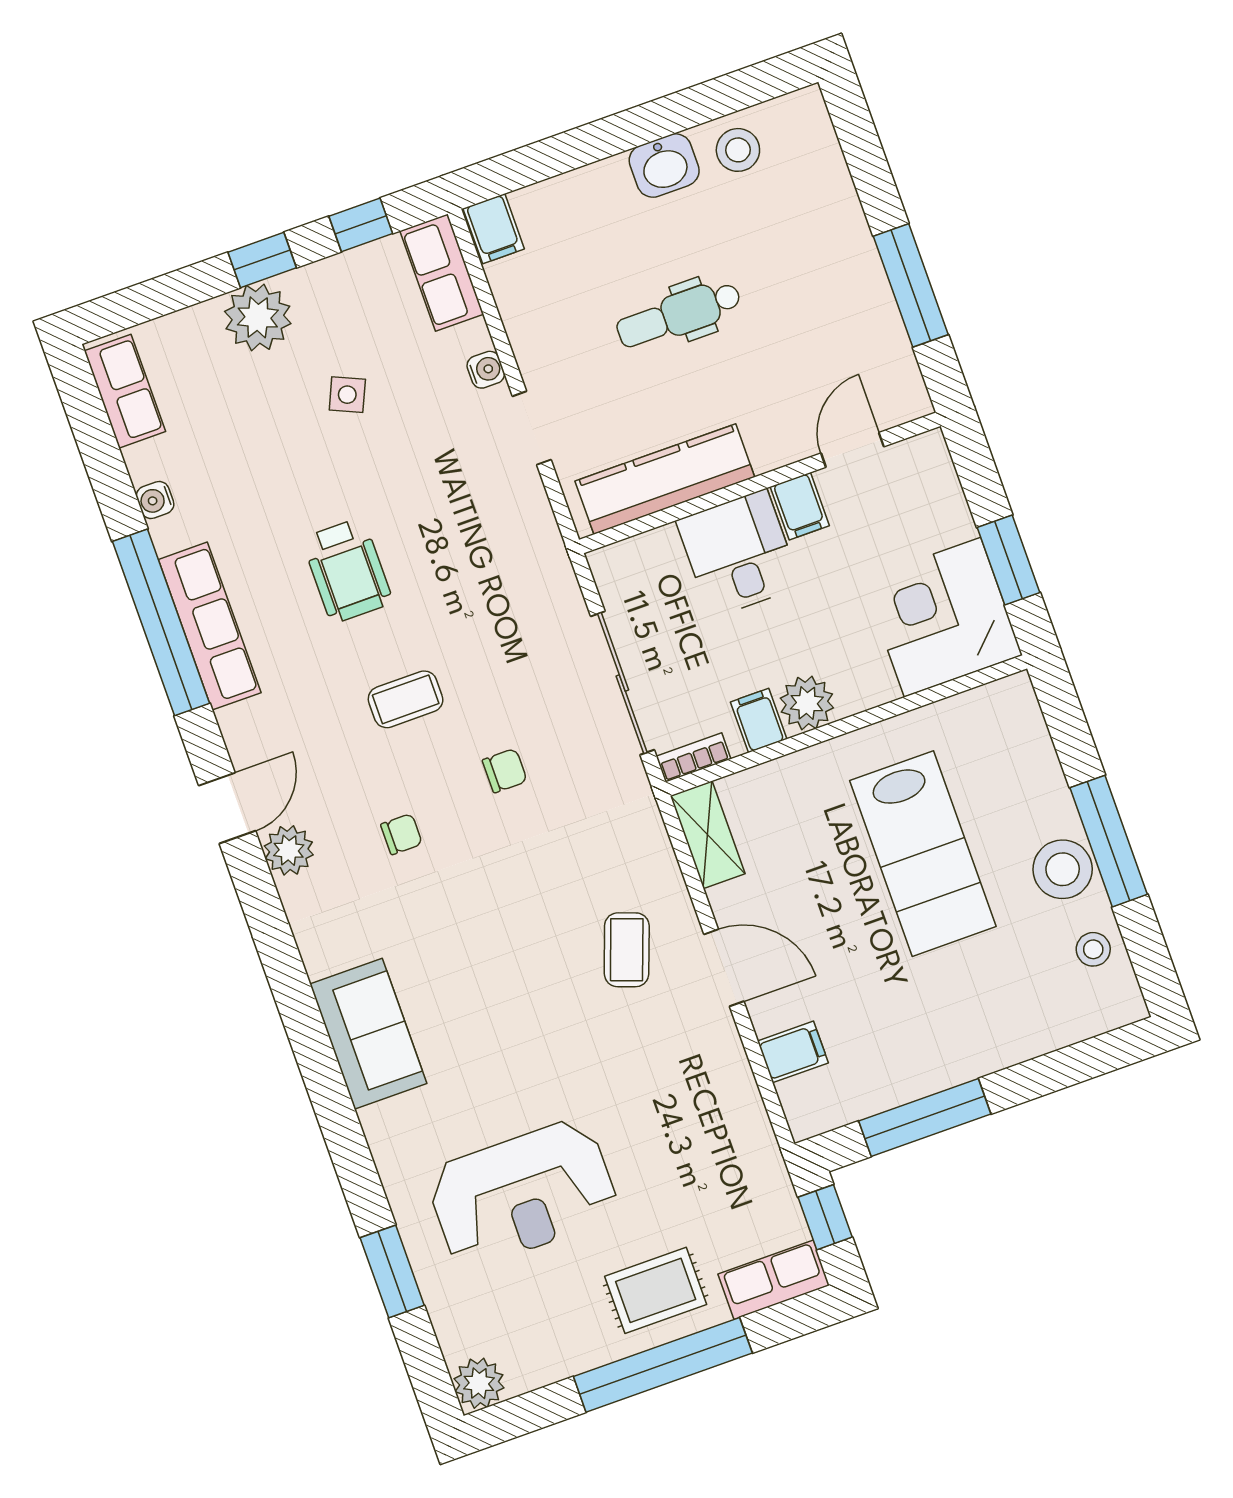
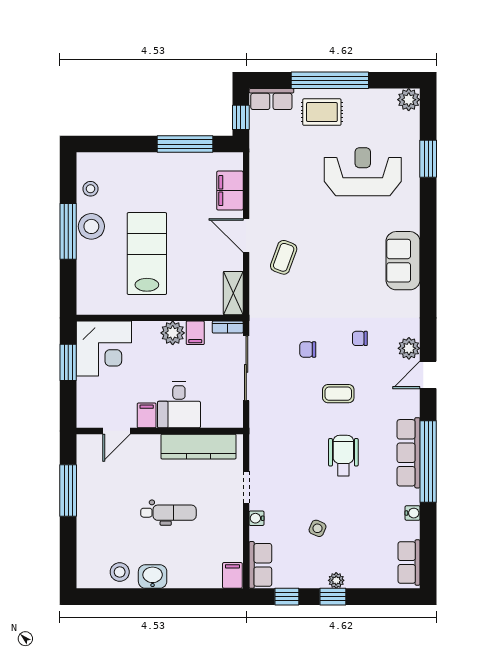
plant: (258, 317) -> (336, 580), width x0.53, depth x0.53
filing cabinet: (793, 1052) -> (230, 191), width x2.00

